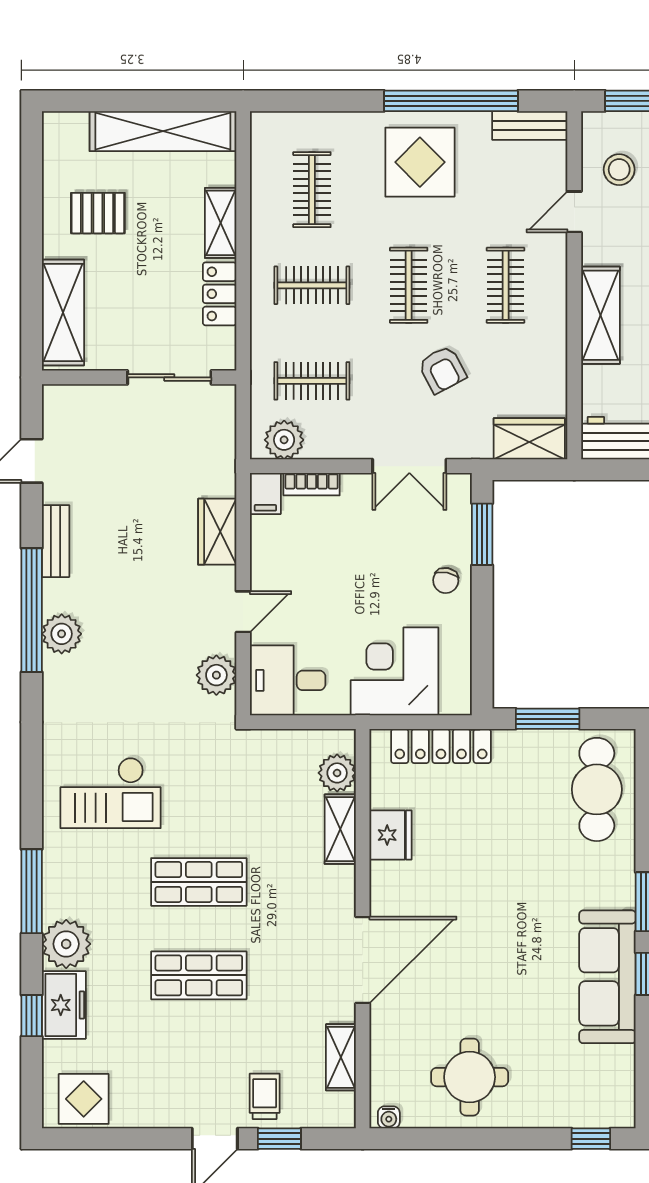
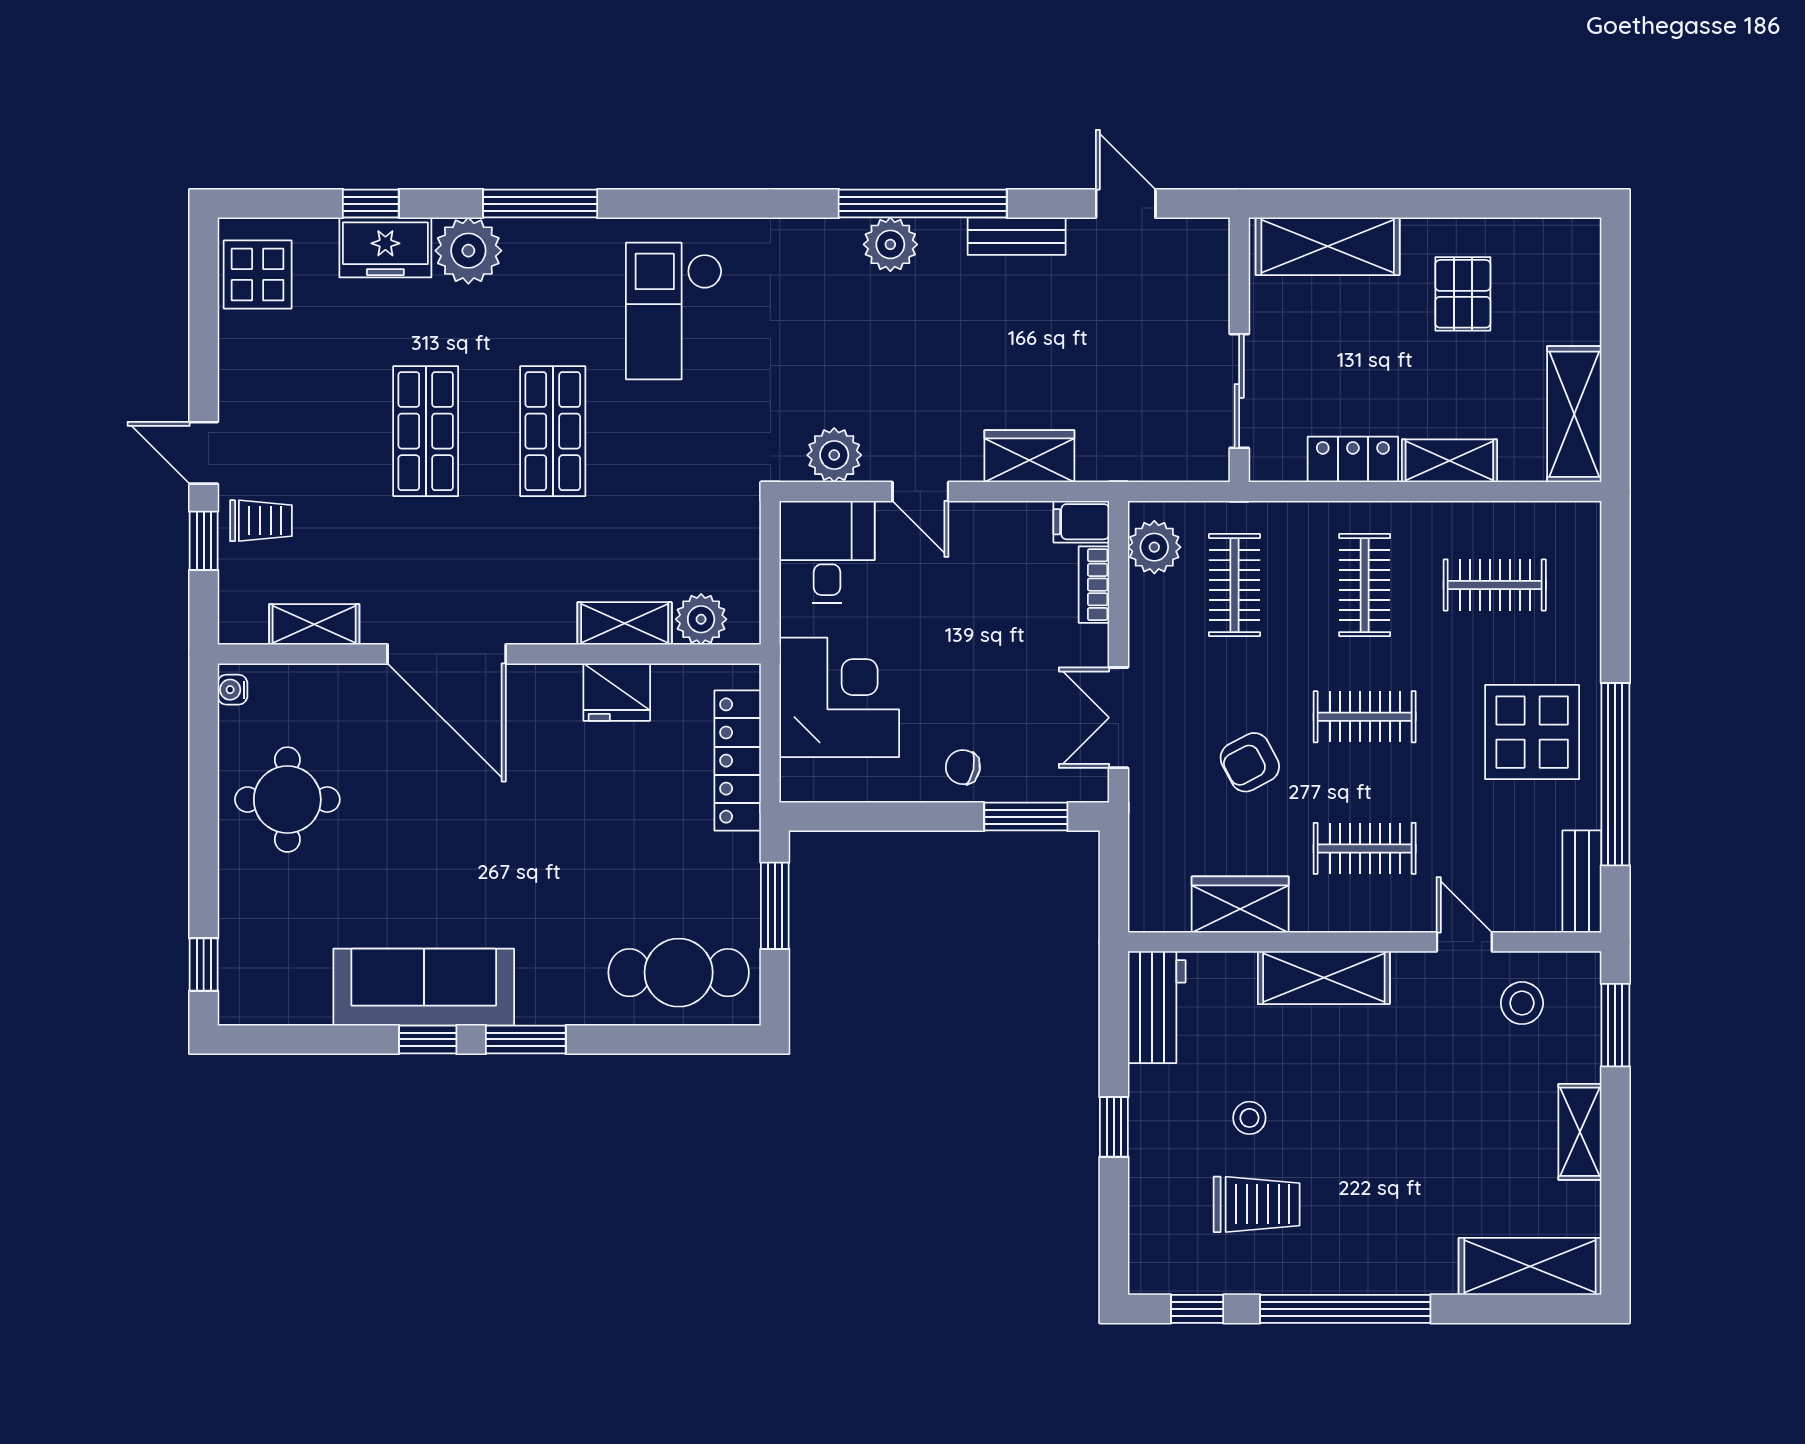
shelving: (163, 131) -> (1574, 414), width x0.68
wardrobe: (529, 439) -> (1240, 905), moved, turned -90

